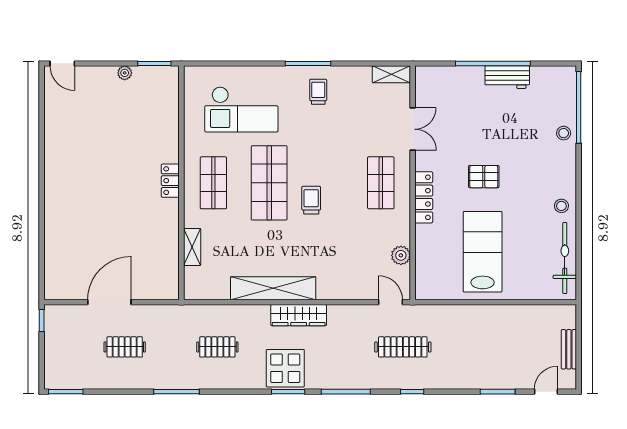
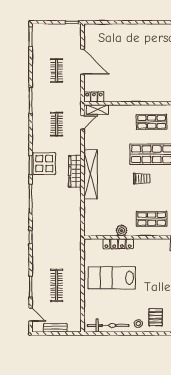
pallet: (484, 177) -> (156, 317), moved
locker: (170, 181) -> (94, 97), moved
locker: (424, 197) -> (118, 244), moved
shelving: (192, 247) -> (98, 110), moved
lab bench: (483, 252) -> (112, 278), turned 180
plant: (401, 255) -> (121, 231), moved
shelving: (273, 288) -> (91, 174), moved
door: (391, 302) -> (82, 122), moved
clothes rail: (403, 347) -> (57, 285), moved

